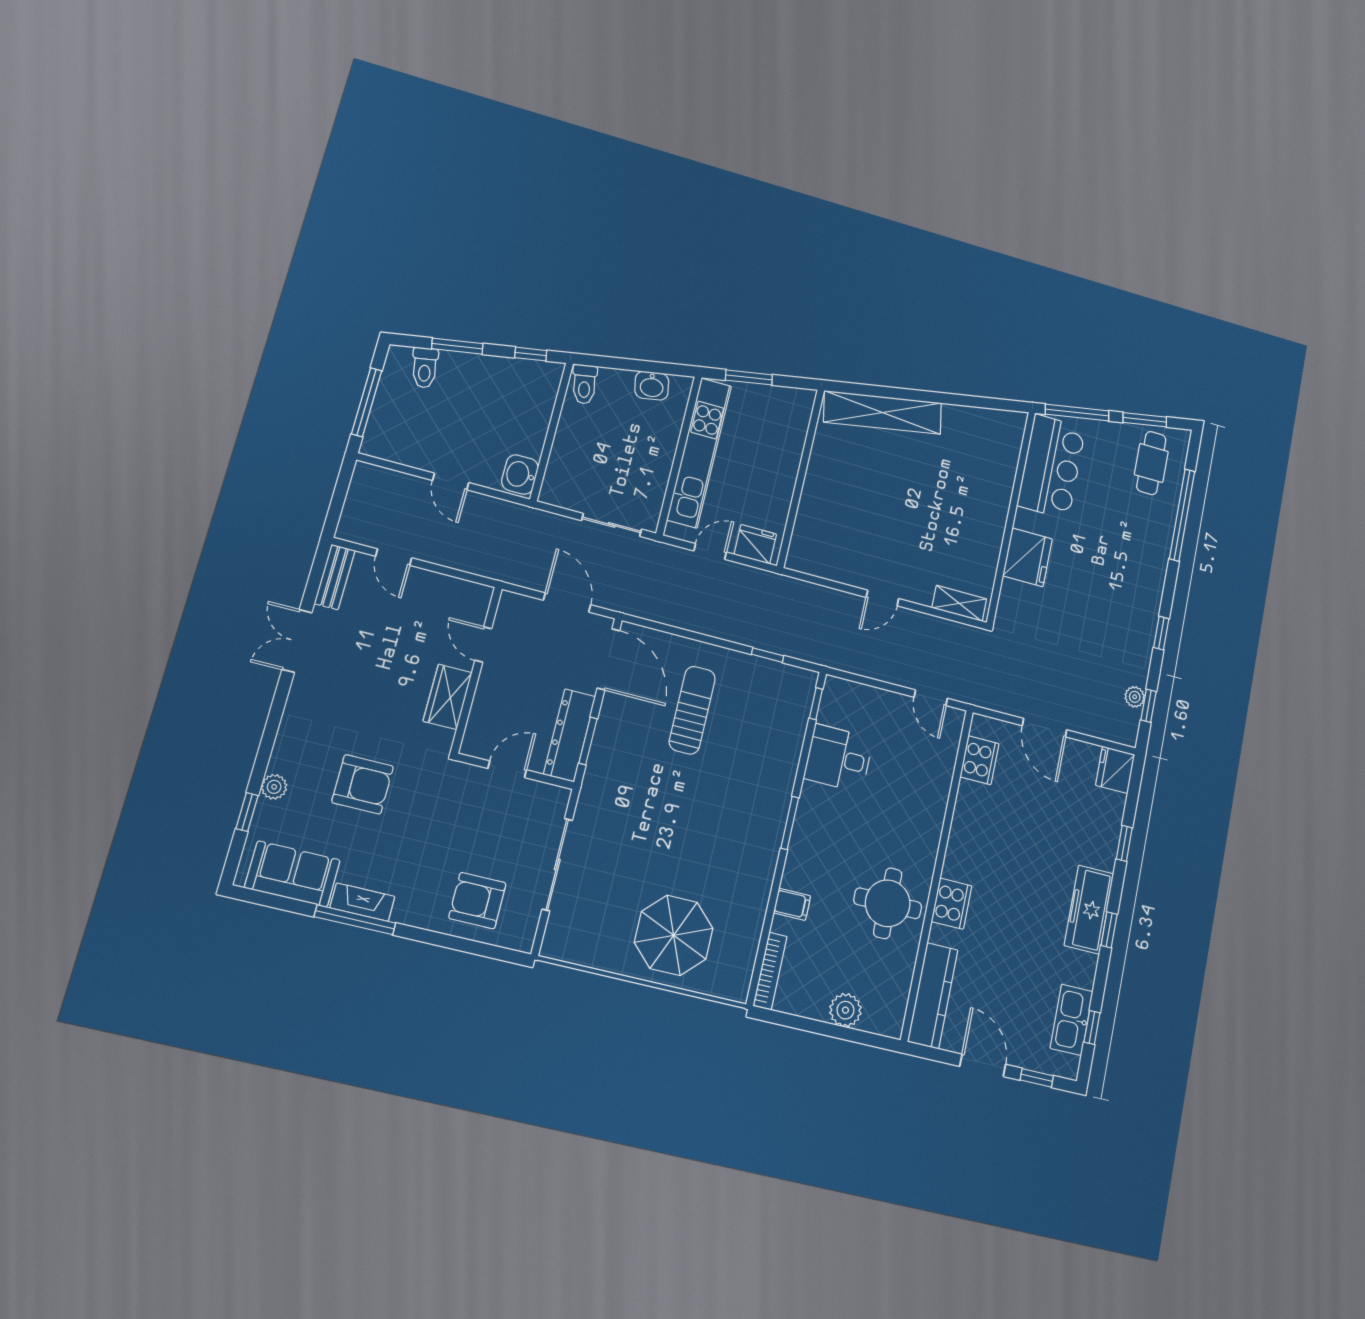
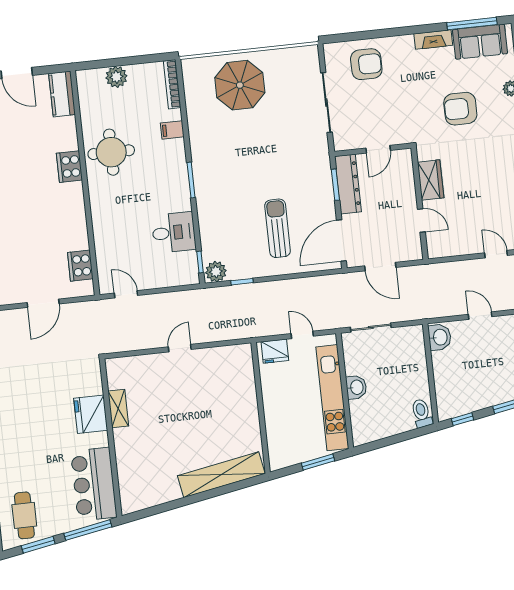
washbasin: (652, 386) -> (356, 387), moved, turned 100
door: (710, 551) -> (302, 335), swing flipped
shelving: (959, 603) -> (118, 408), moved, turned 90
door: (608, 659) -> (341, 240), hinge flipped
plant: (799, 682) -> (216, 272), added
sun lounger: (692, 710) -> (278, 228), turned 180
door: (1045, 728) -> (43, 303), swing flipped
window: (355, 920) -> (472, 24), moved
kitchen counter: (933, 996) -> (62, 94), width x0.67

